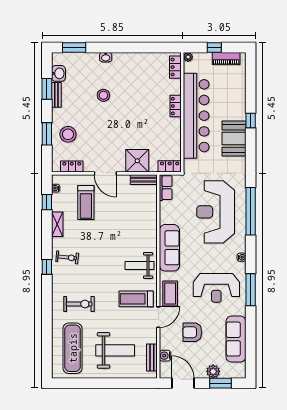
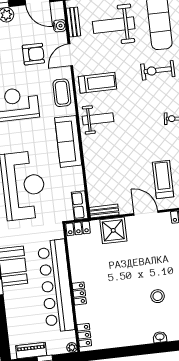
door: (158, 317) -> (70, 55), moved

